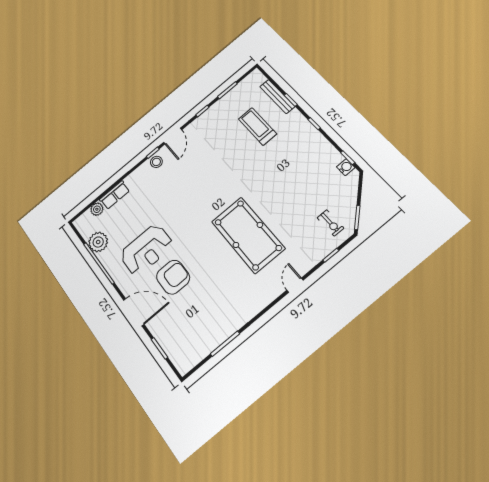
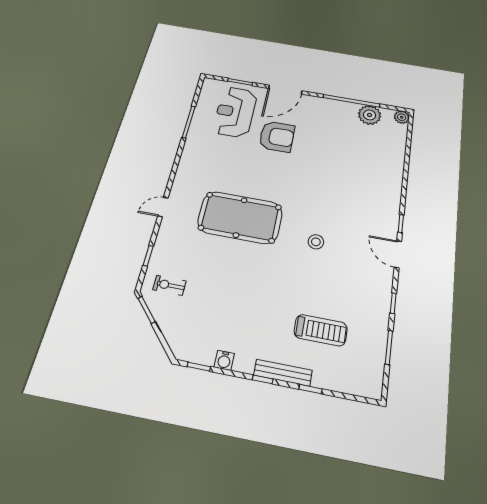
bench: (277, 97) -> (283, 373), moved
stool: (156, 162) -> (316, 242), moved
water cooler: (346, 167) -> (224, 360), moved
row of seats: (115, 195) -> (396, 161), removed
plant: (97, 209) -> (402, 117), moved
reception desk: (146, 250) -> (235, 112), moved
armchair: (173, 277) -> (277, 137), turned -90
door: (295, 285) -> (163, 207), swing flipped

